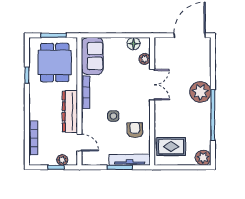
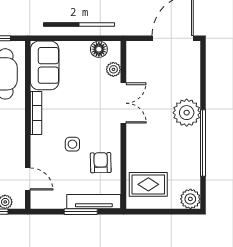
dresser: (70, 111) -> (15, 138), removed

